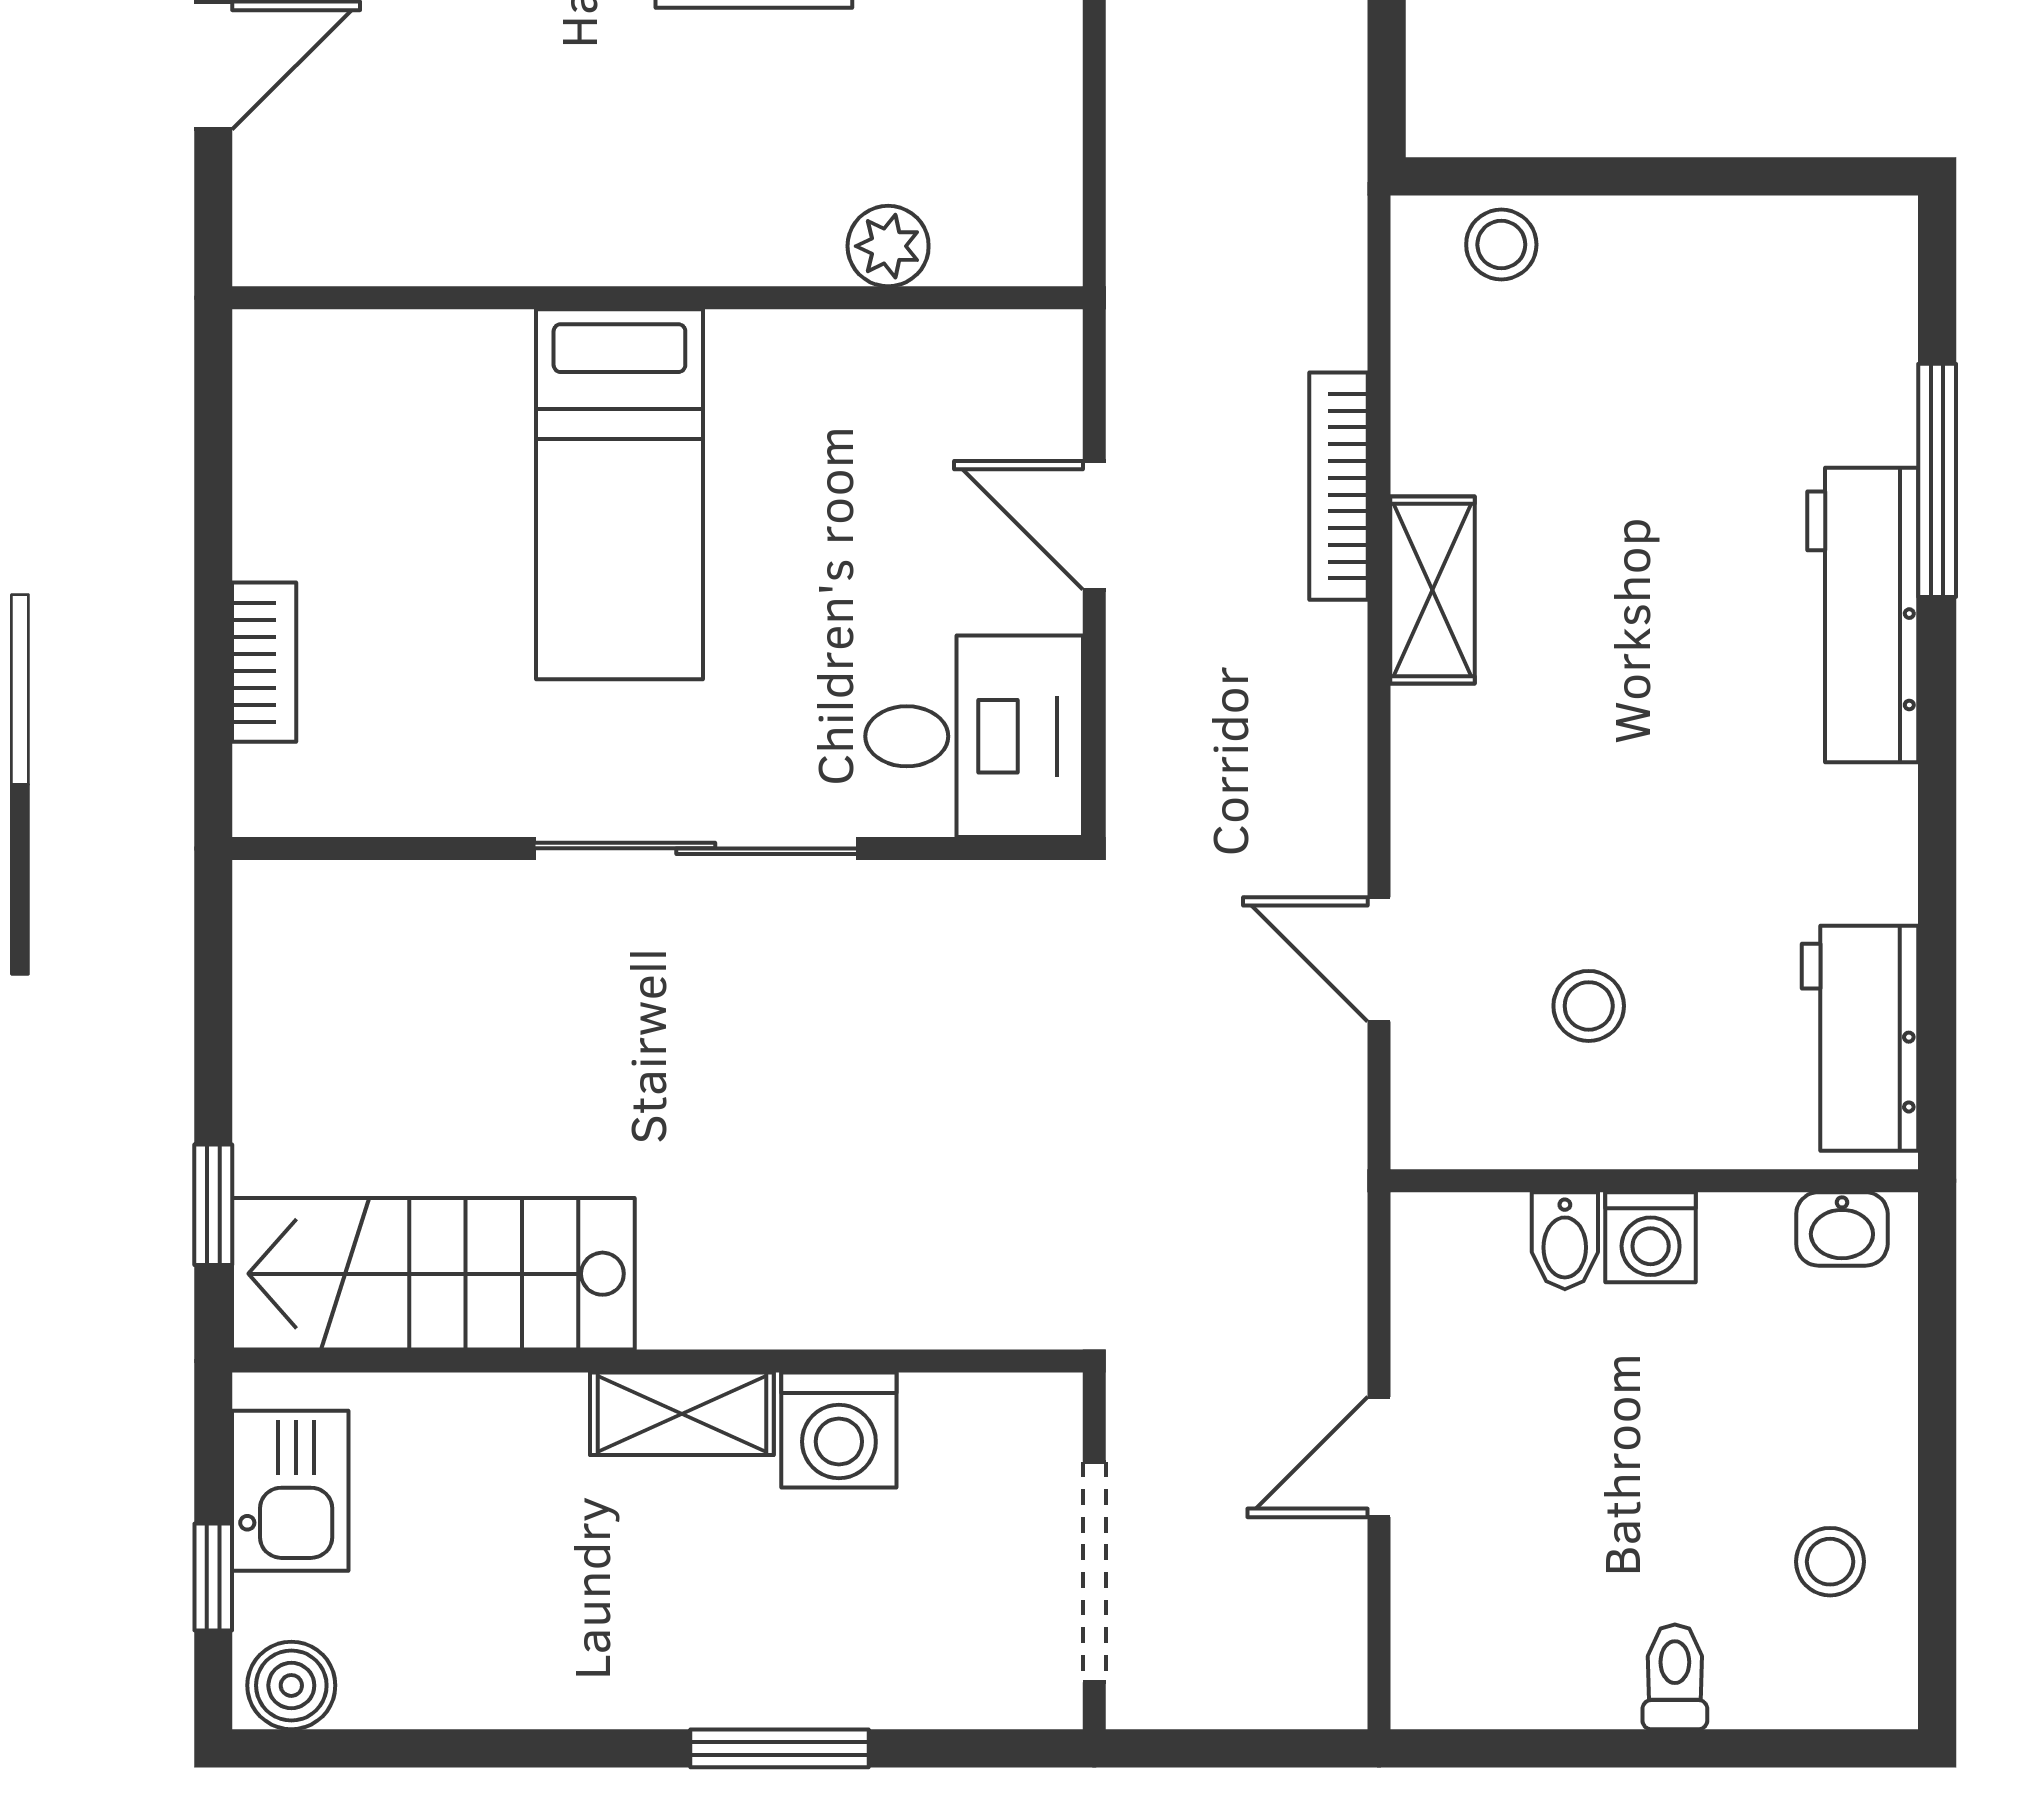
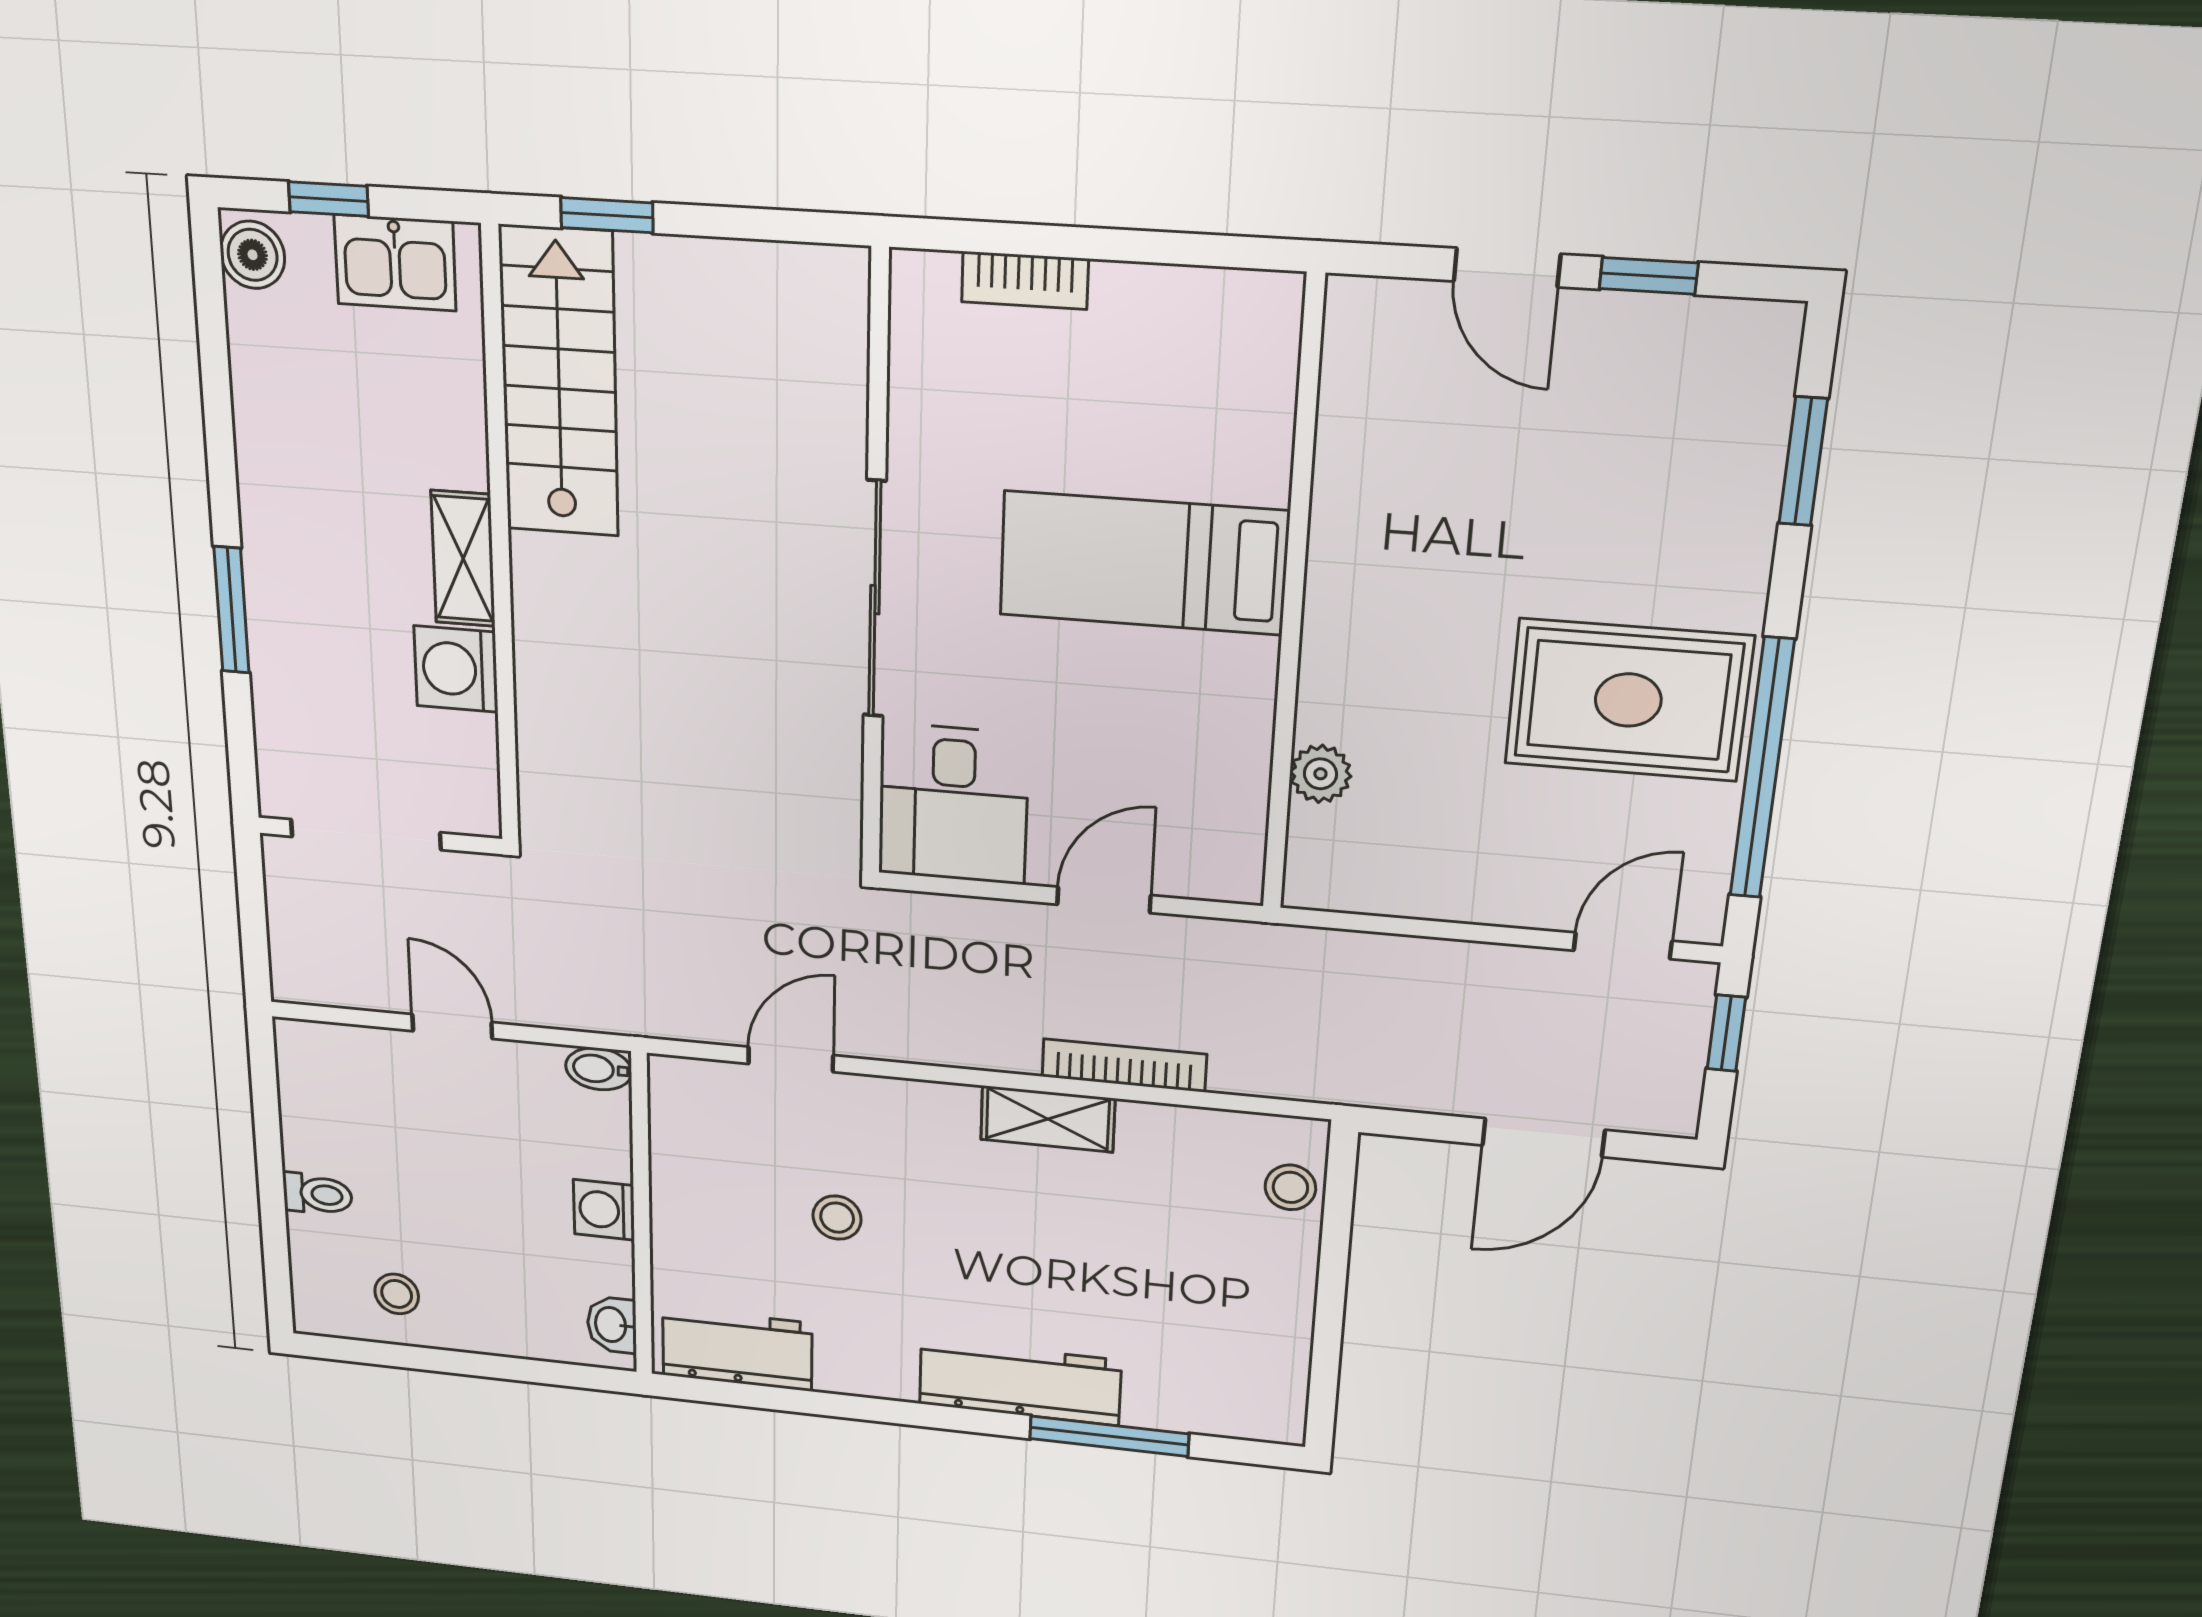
stool: (1589, 1006) -> (837, 1218), moved
bidet: (1565, 1241) -> (599, 1069), moved

